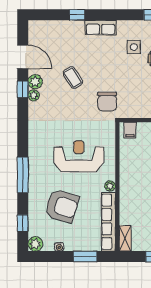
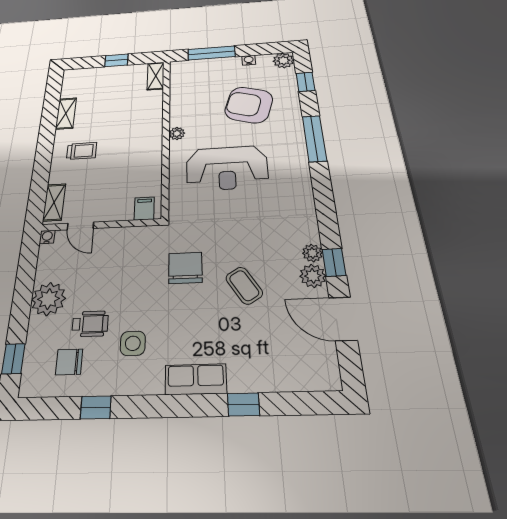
chair: (107, 101) -> (185, 268), moved
row of seats: (108, 222) -> (179, 92), removed
window: (85, 257) -> (211, 53), width x1.44

